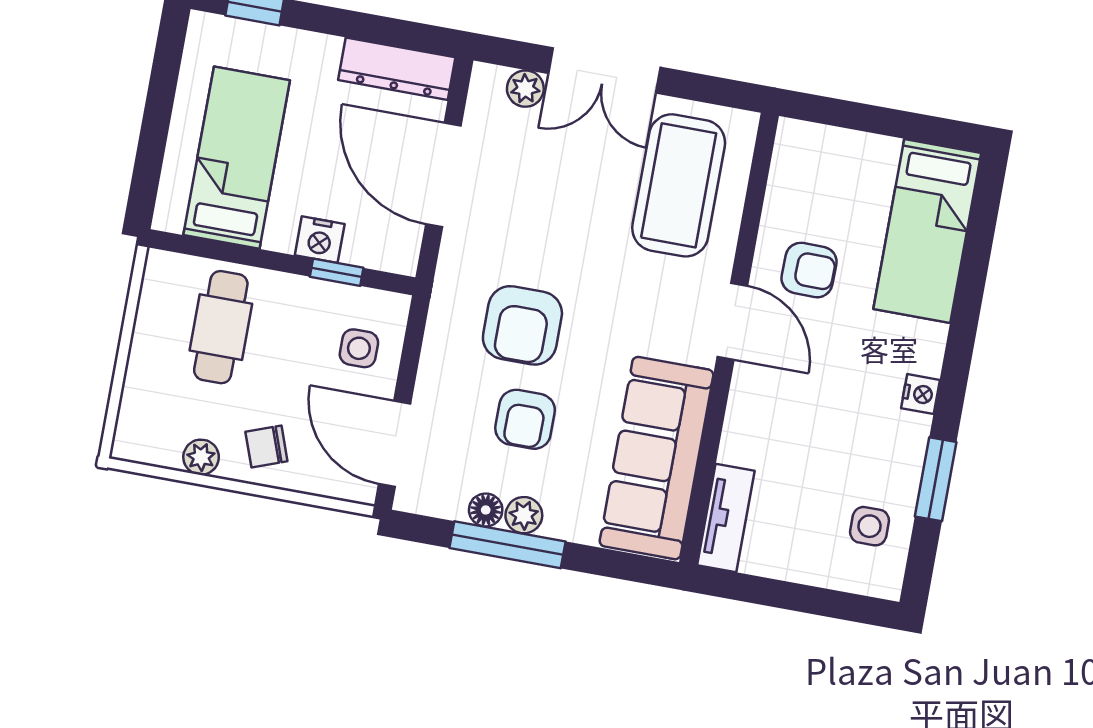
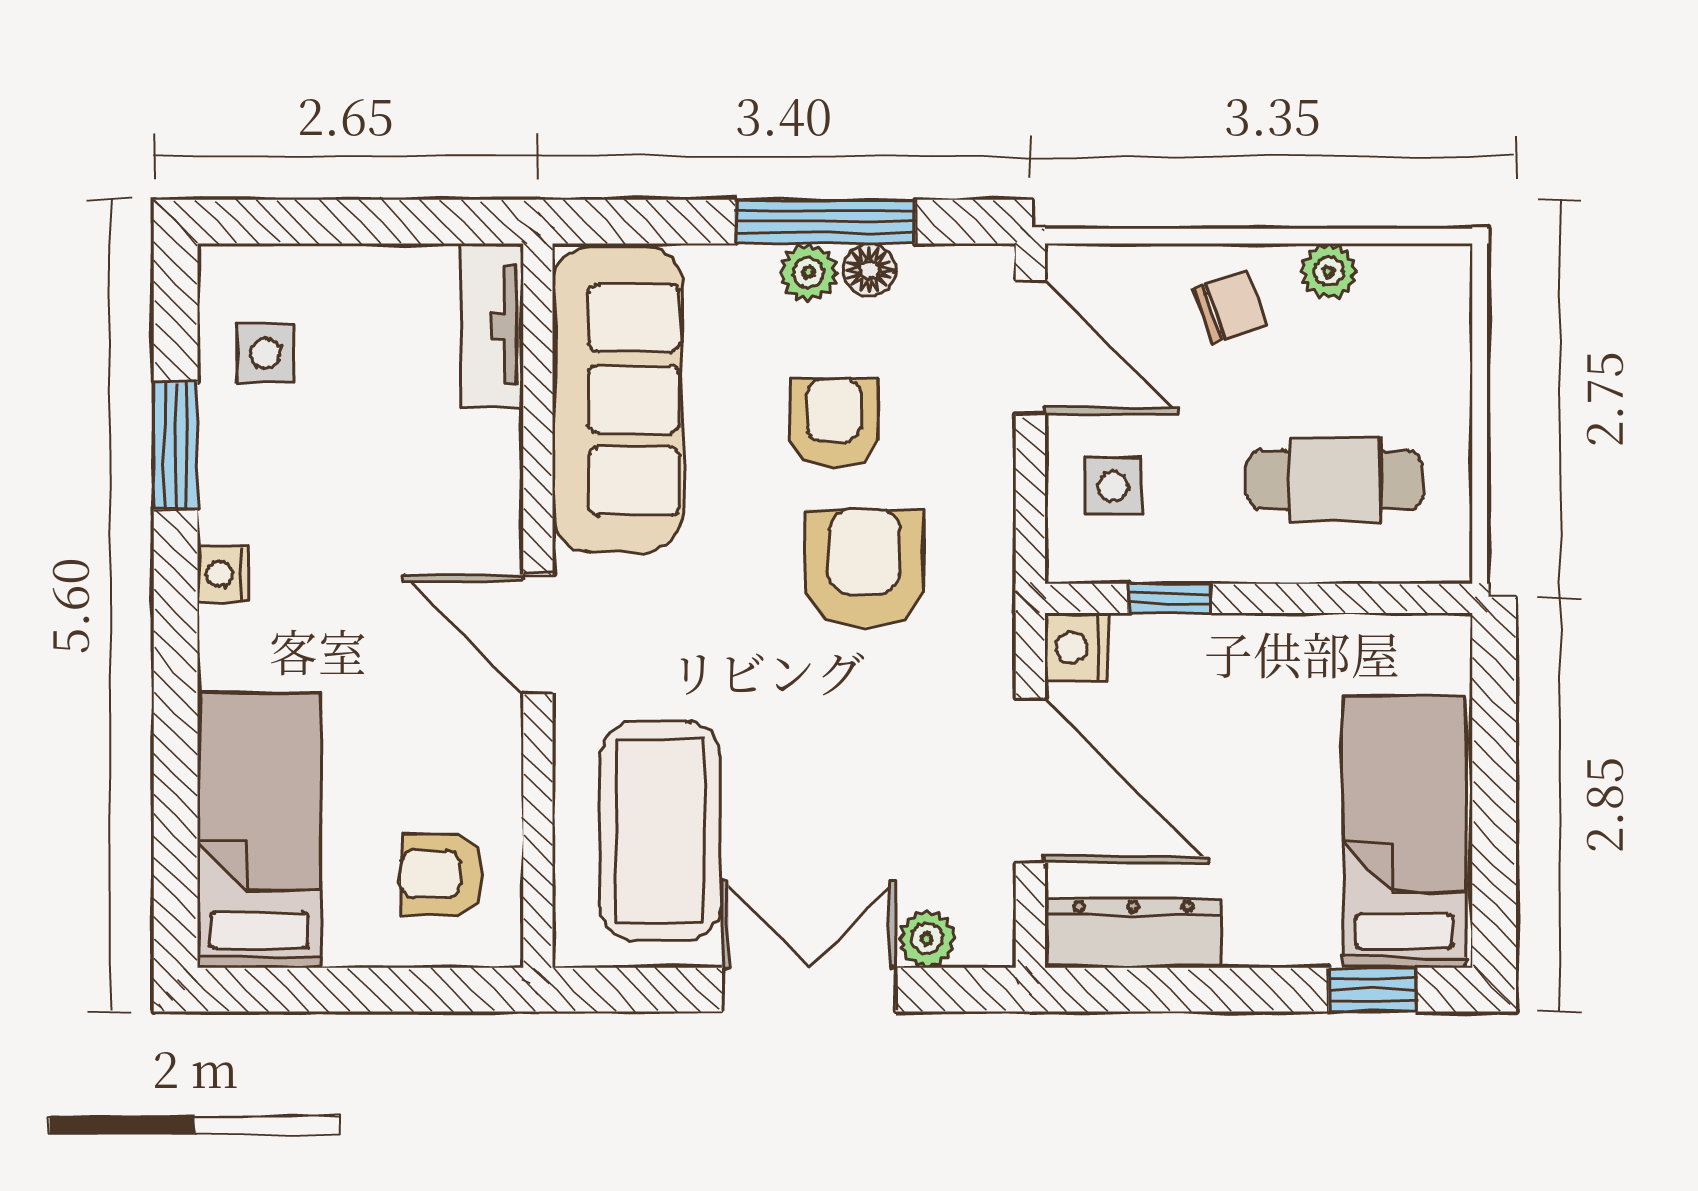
bed: (237, 158) -> (1404, 832), moved, turned 180
nightstand: (320, 240) -> (1077, 647), moved, turned -90
armchair: (809, 270) -> (442, 874), moved
cafe table: (221, 327) -> (1335, 480), turned 90

